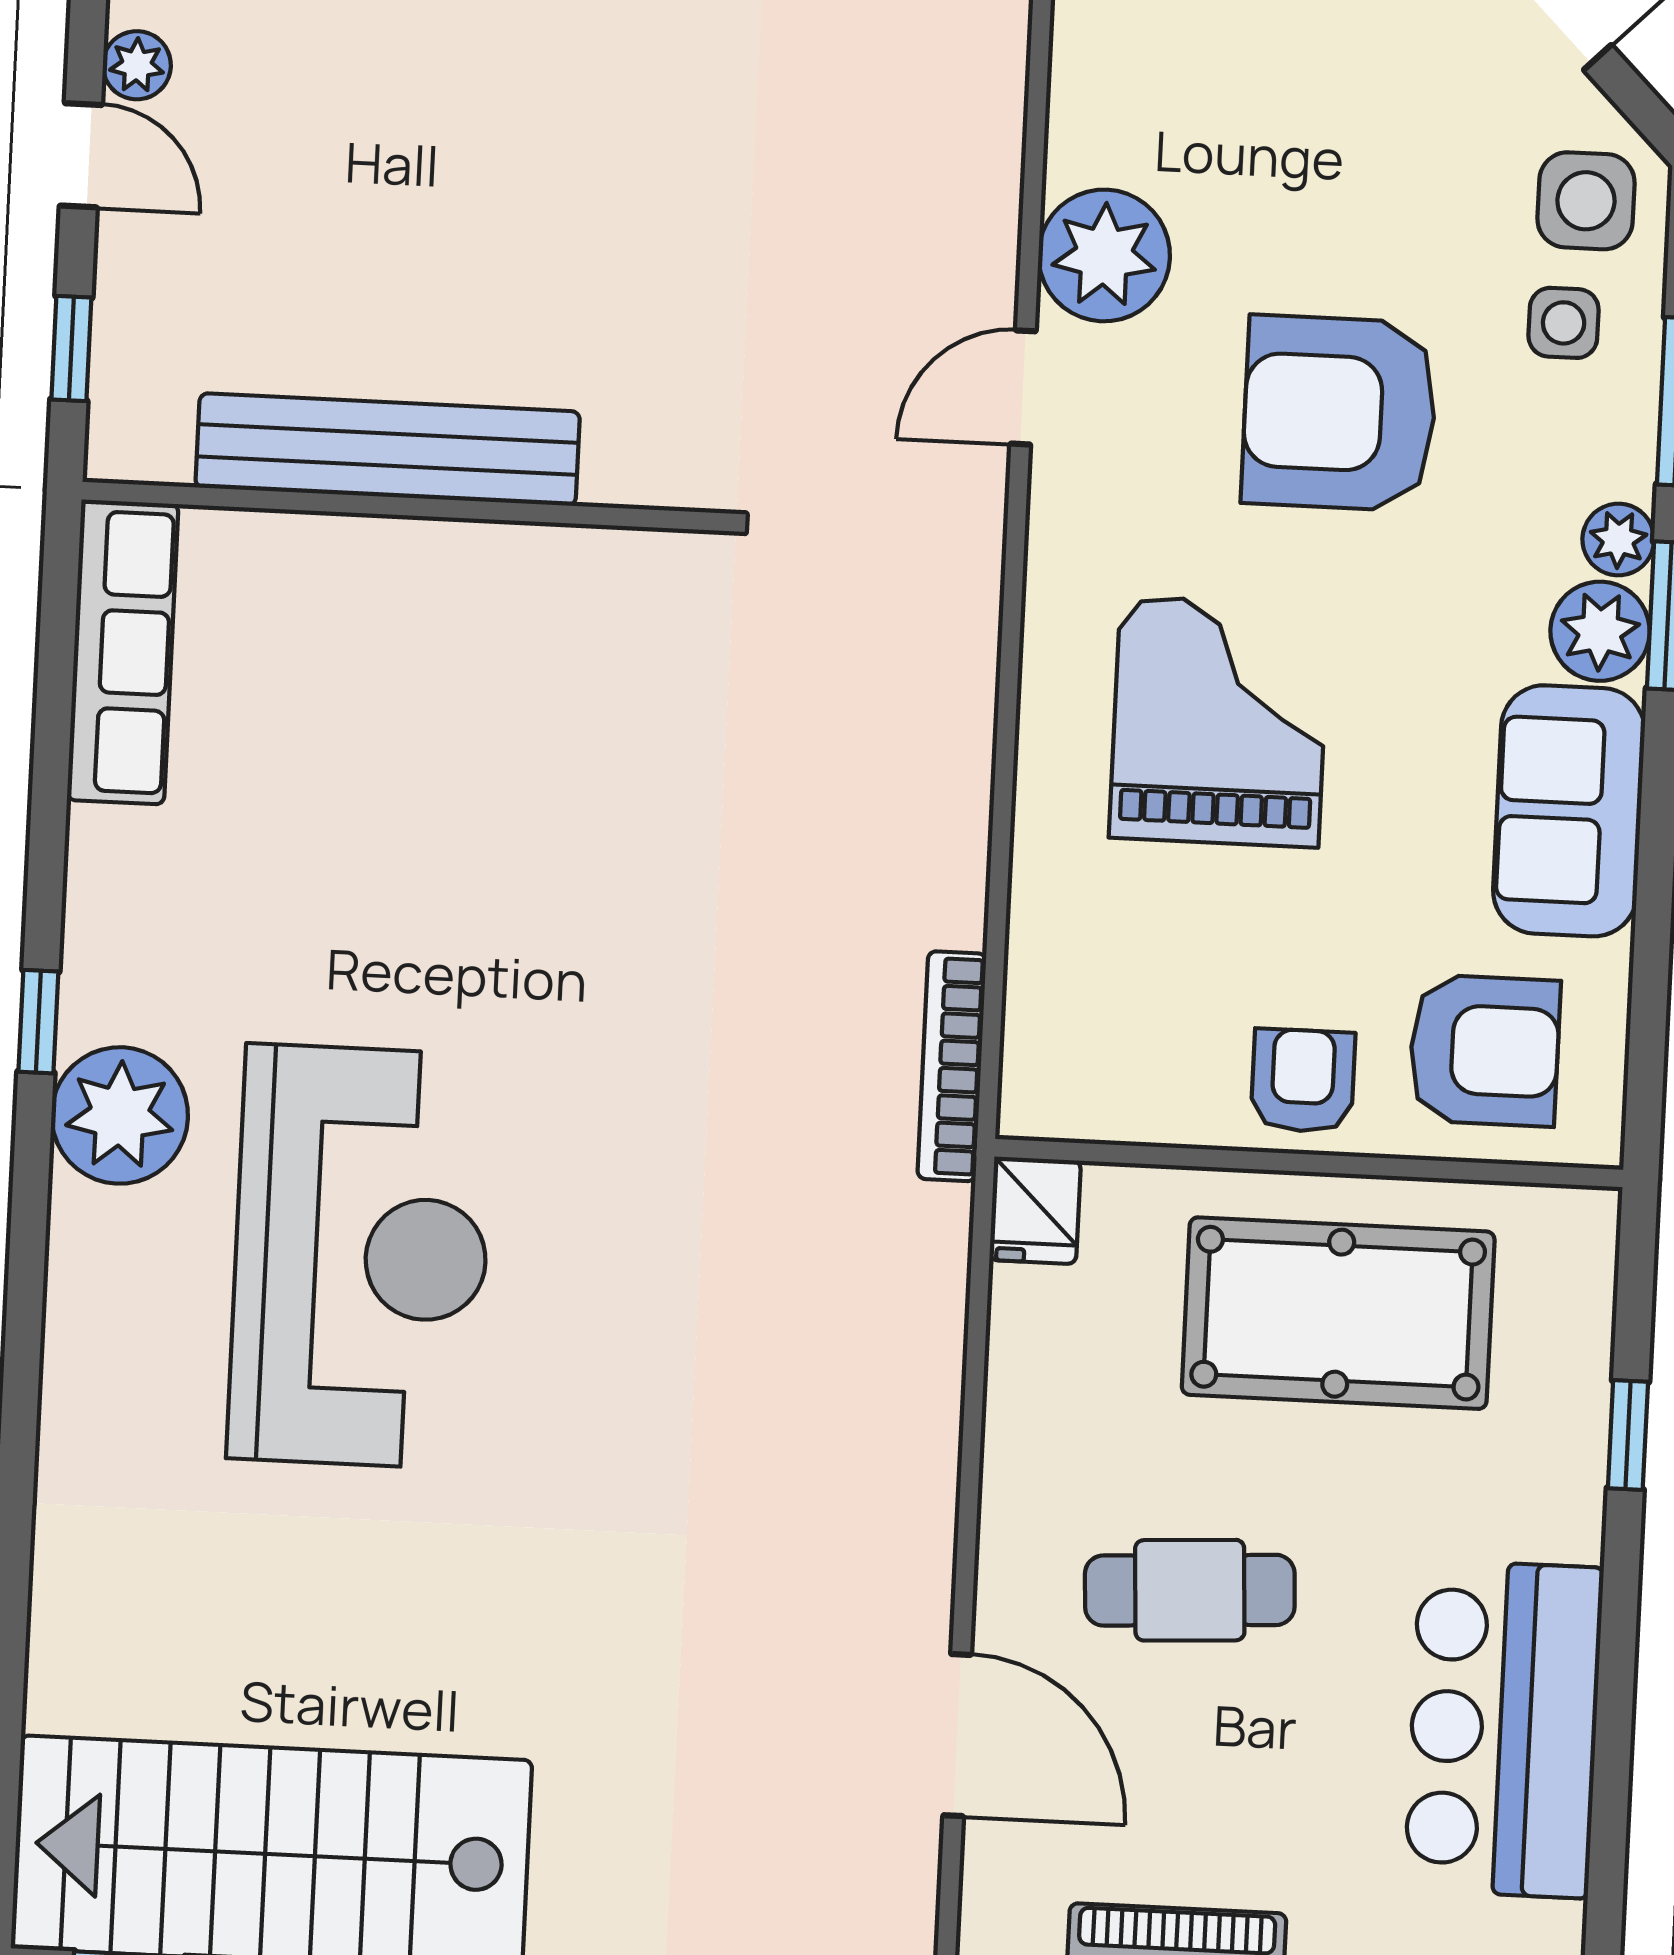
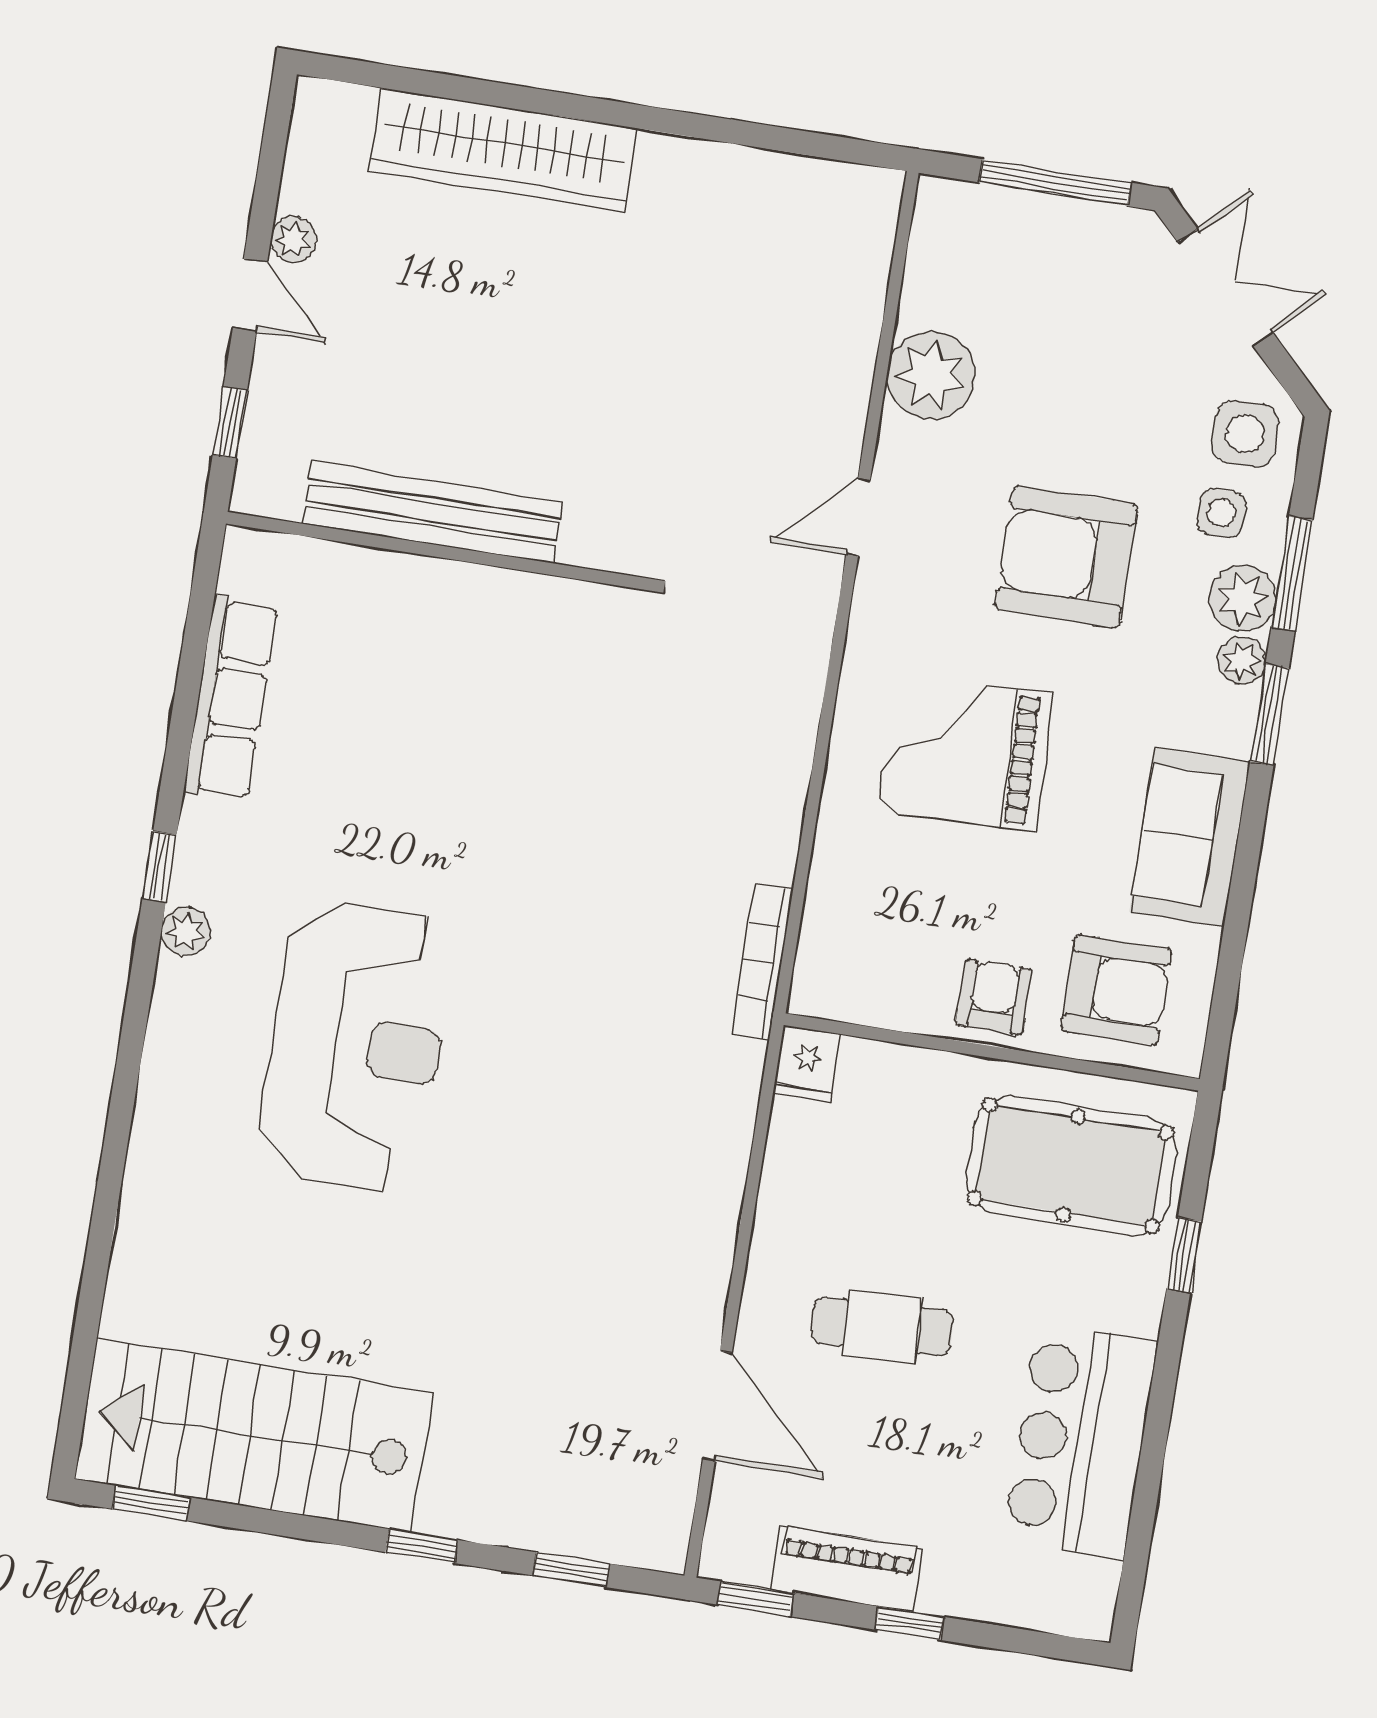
plant: (1104, 255) -> (931, 375), moved
plant: (1600, 631) -> (1243, 598), moved
row of seats: (123, 652) -> (231, 698), moved
grand piano: (1219, 722) -> (964, 753), turned -92
plant: (120, 1115) -> (186, 931), width x0.53, depth x0.53
pool table: (1338, 1313) -> (1071, 1166), moved

